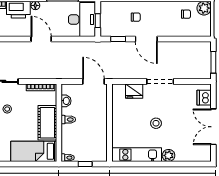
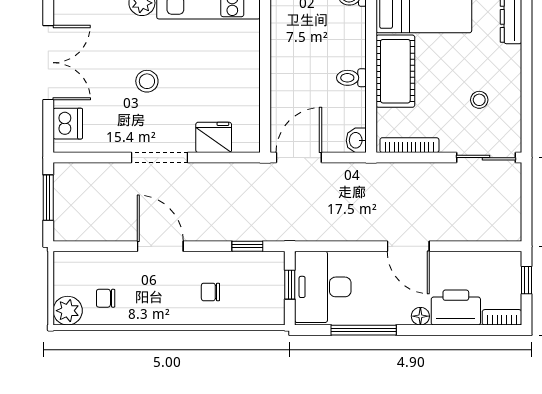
door: (146, 39) -> (160, 246), moved
door: (93, 81) -> (299, 158), swing flipped
washbasin: (66, 101) -> (356, 140), moved
stool: (156, 123) -> (147, 81), moved

